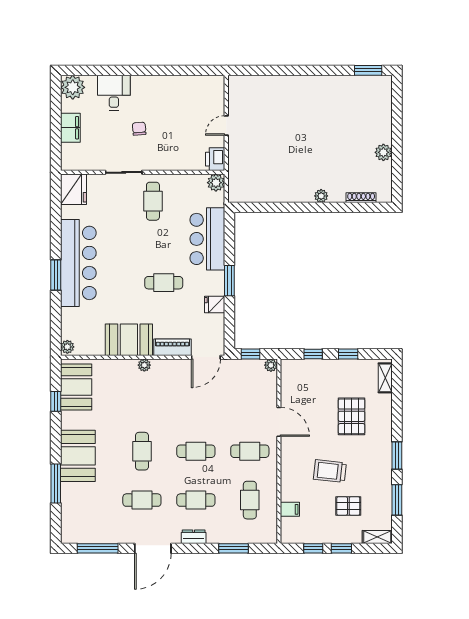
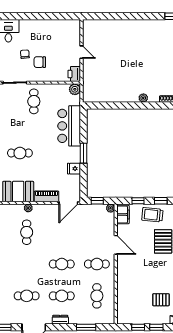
door: (226, 125) -> (82, 52), swing flipped
chair: (162, 141) -> (40, 62), added
cafe table: (164, 283) -> (20, 153), moved
cafe table: (142, 451) -> (27, 232), moved
trolley: (330, 471) -> (152, 215), moved
filing cabinet: (290, 509) -> (123, 215), moved, width x2.00

